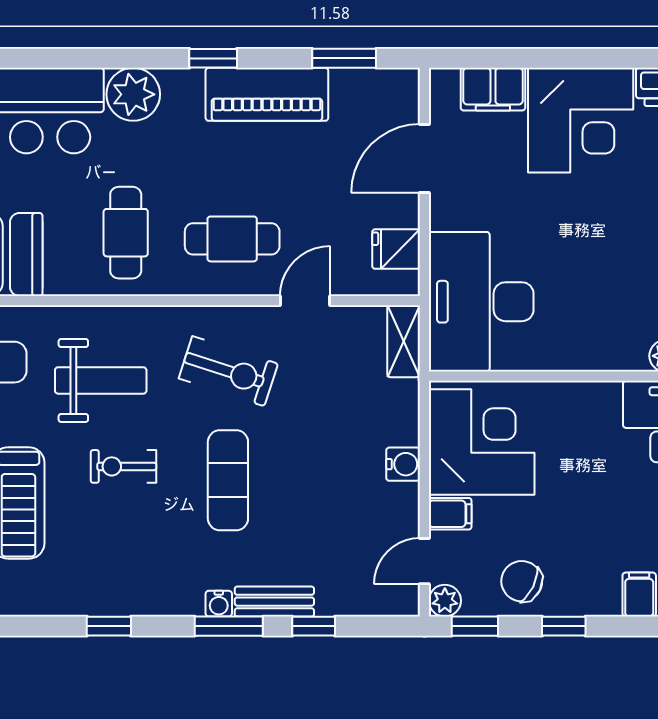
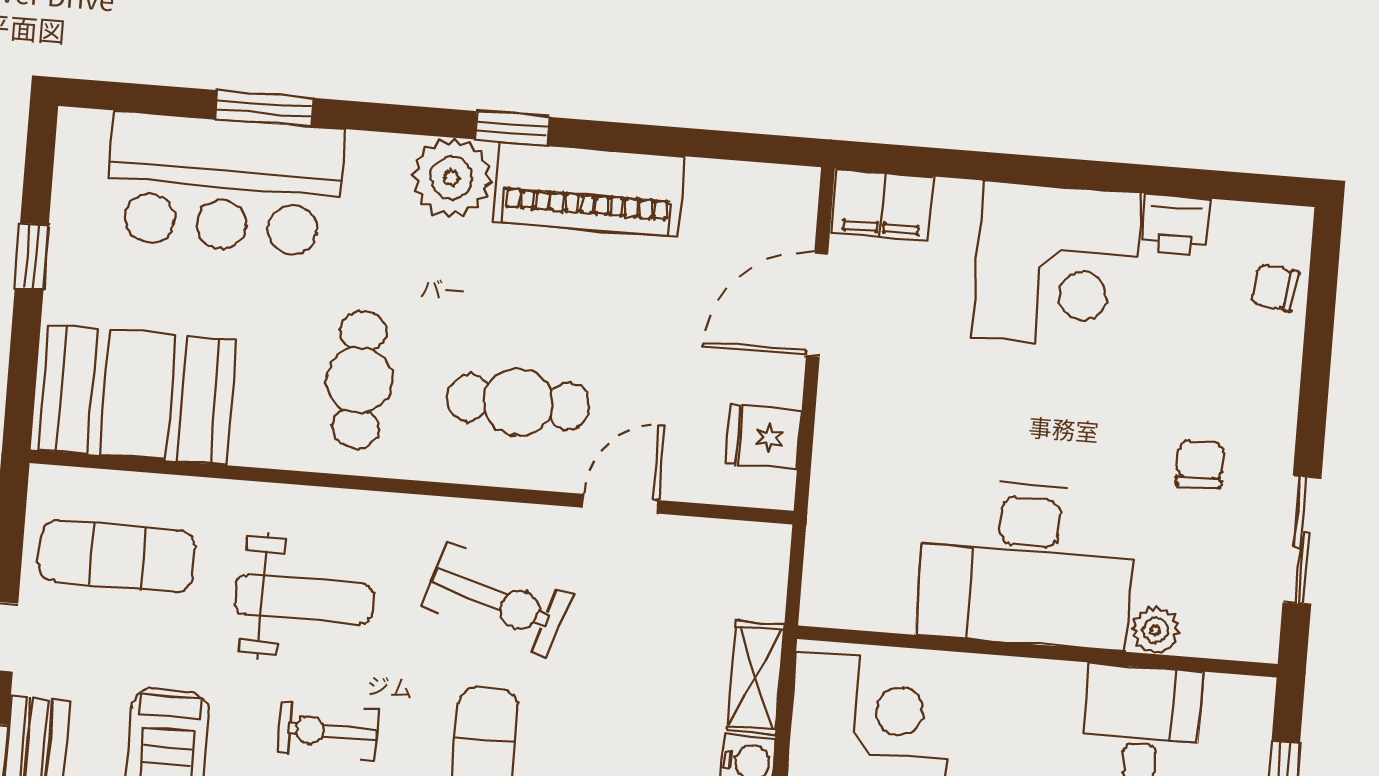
window: (344, 58) -> (265, 108), moved
filing cabinet: (493, 89) -> (882, 205), moved
plant: (133, 94) -> (451, 178), moved
desk: (481, 302) -> (1027, 565), moved, turned -90
shelving: (404, 341) -> (756, 678), moved

